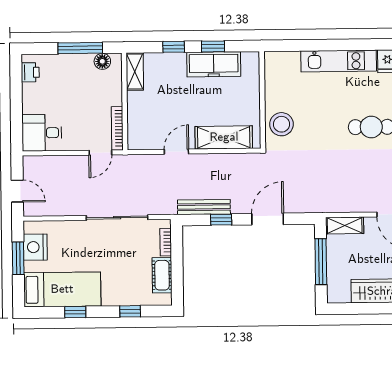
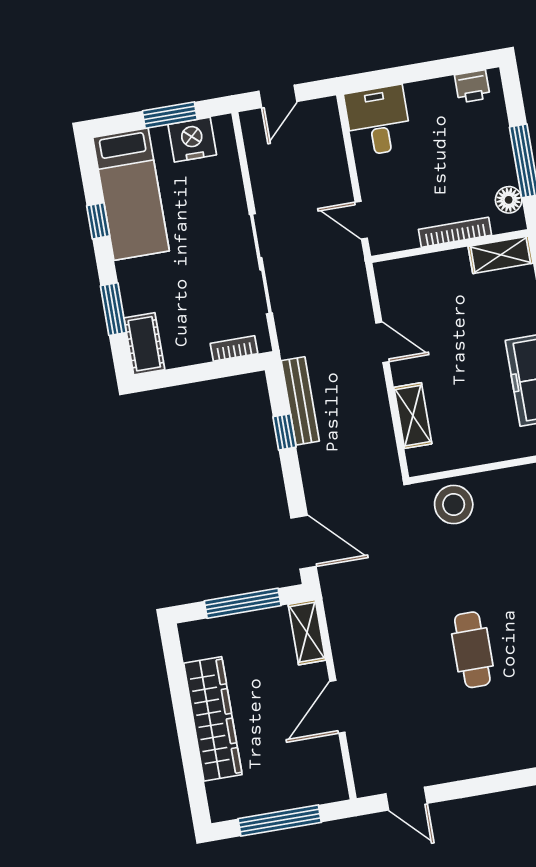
bookcase: (117, 128) -> (455, 232), moved
shelving: (224, 137) -> (413, 416), width x0.67, depth x0.75
door: (268, 219) -> (304, 542), moved
cot: (162, 275) -> (144, 344), moved, turned 90
window: (130, 311) -> (113, 309), width x1.50

